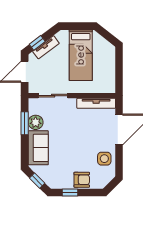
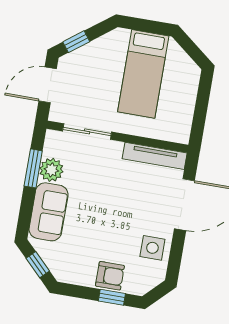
tv unit: (46, 47) -> (89, 51), removed
window: (70, 192) -> (112, 297), moved

